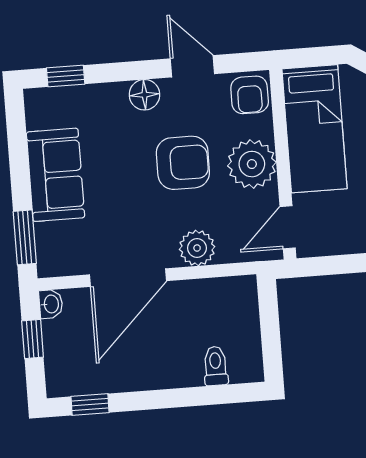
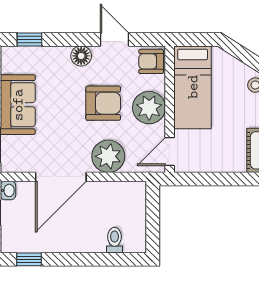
armchair: (250, 95) -> (151, 61), turned 90
plant: (197, 248) -> (108, 156), width x1.36, depth x1.36

